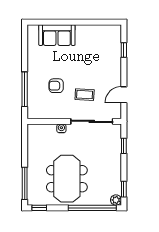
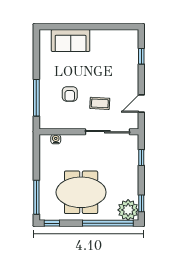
armchair: (56, 86) -> (70, 94), turned -90
water cooler: (61, 128) -> (56, 139), moved
meeting table: (67, 179) -> (81, 192), turned 90
plant: (116, 200) -> (128, 210), width x1.87, depth x1.87

